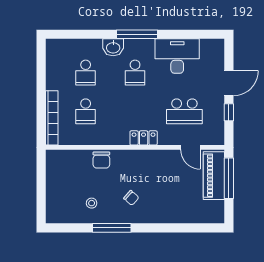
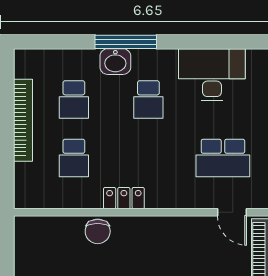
window: (137, 34) -> (126, 42), moved
bookcase: (52, 118) -> (23, 120), moved
locker: (144, 138) -> (124, 198), moved

